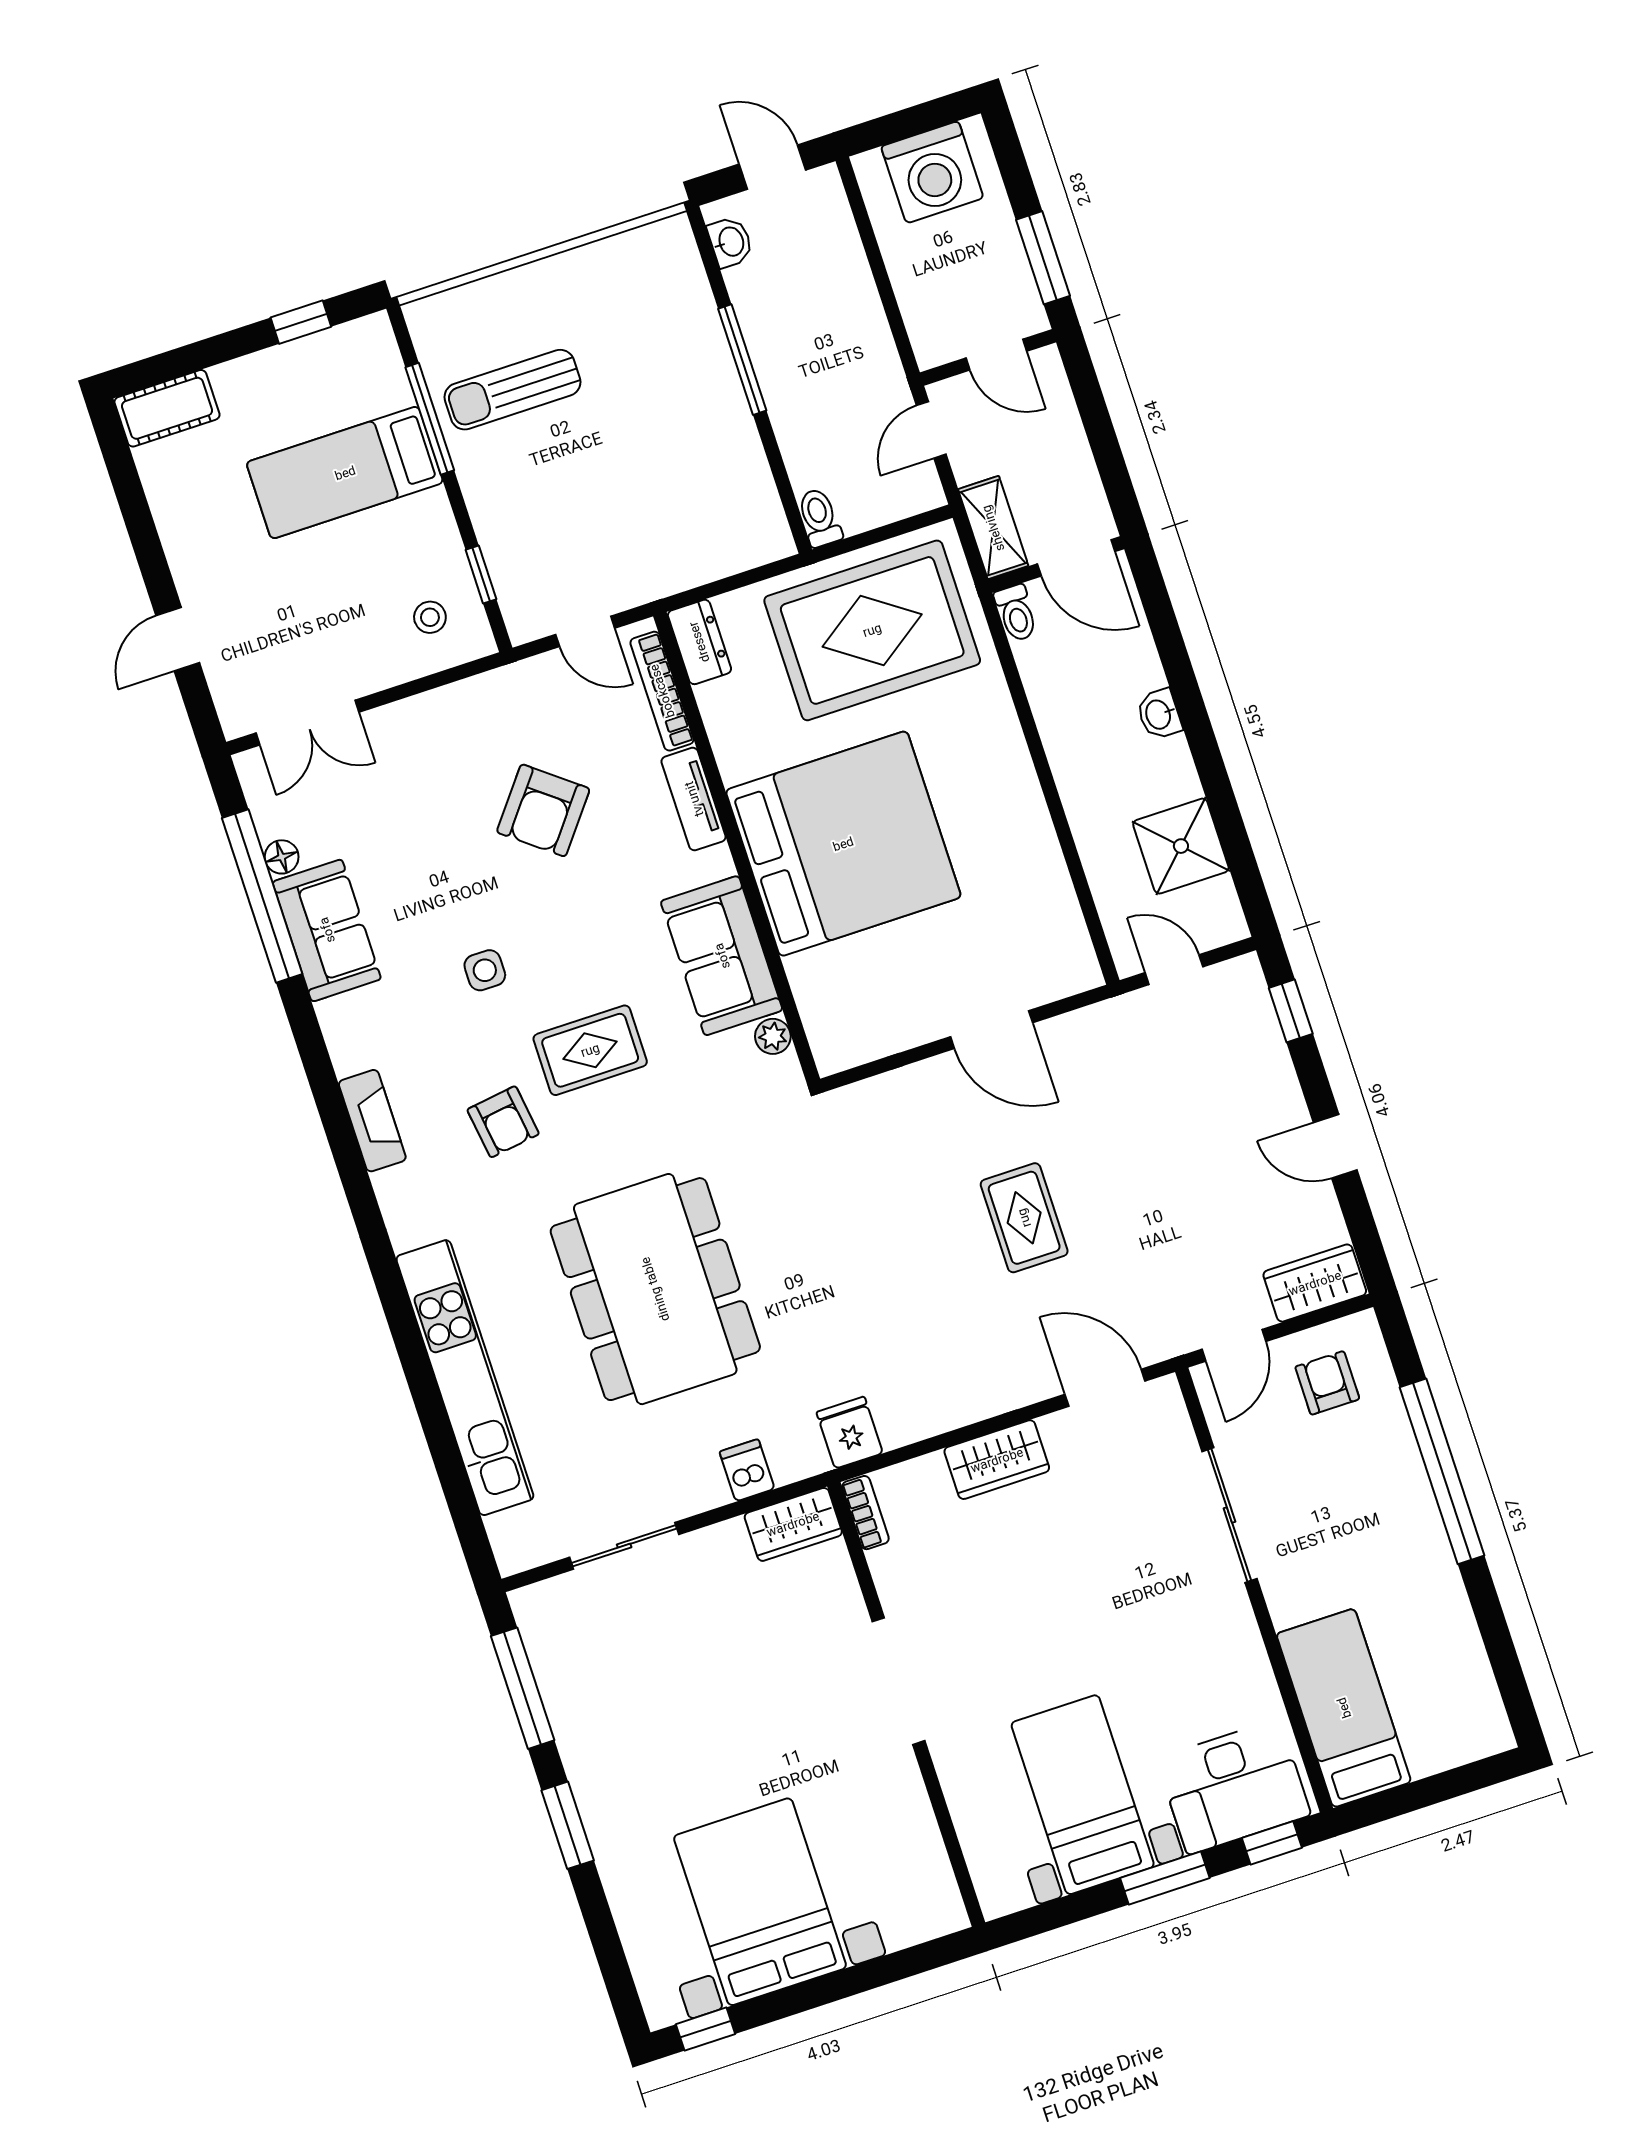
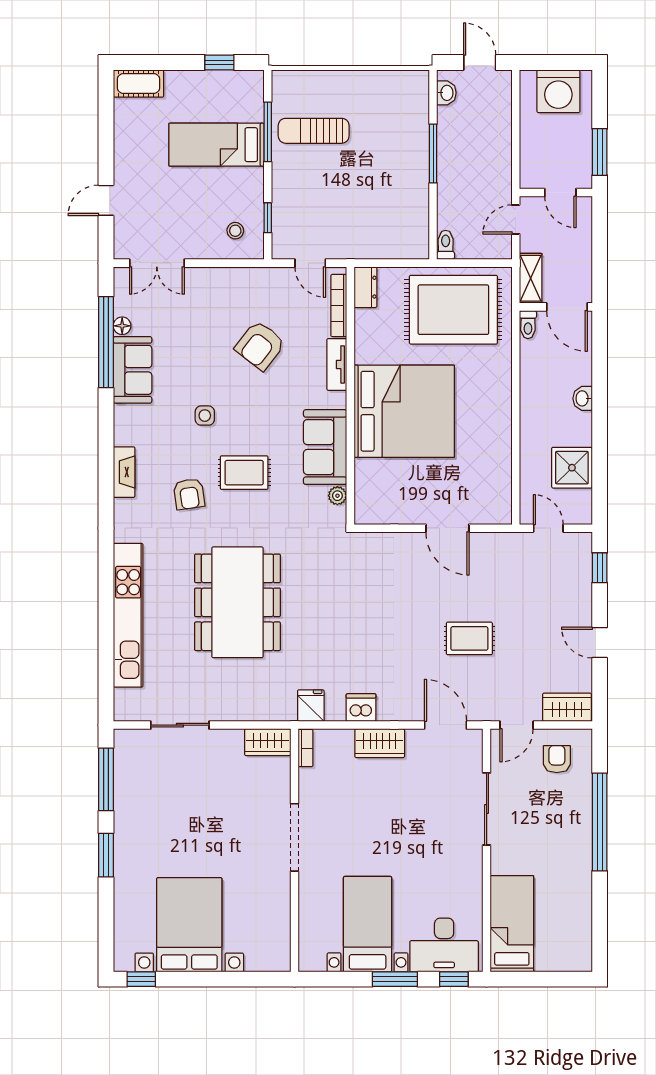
rug: (1024, 1218) -> (469, 638), moved, turned 90
dishwasher: (747, 1470) -> (361, 708), moved, width x1.38

